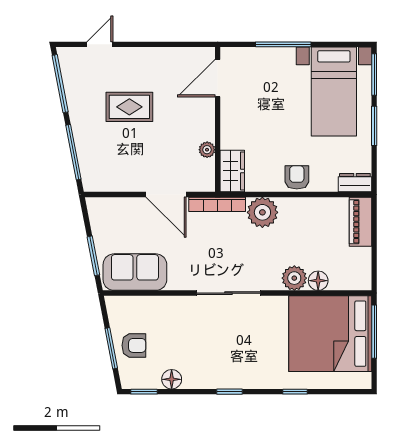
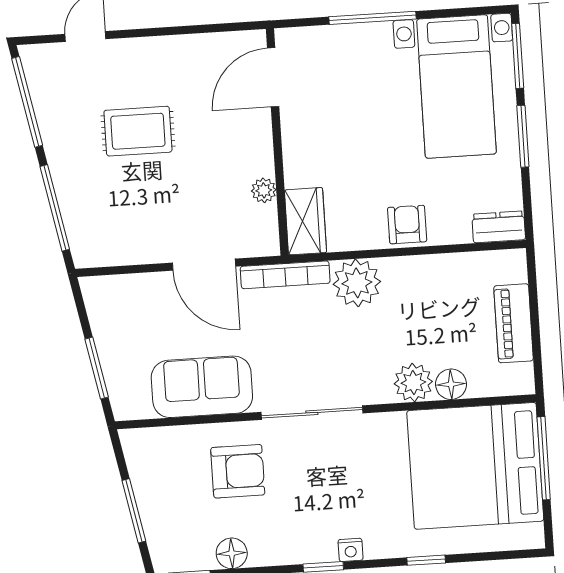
piano: (360, 222) -> (514, 323), moved
sofa: (135, 272) -> (202, 387), moved
armchair: (134, 345) -> (238, 471), moved, width x1.38, depth x1.38
nightstand: (247, 382) -> (351, 550), added

